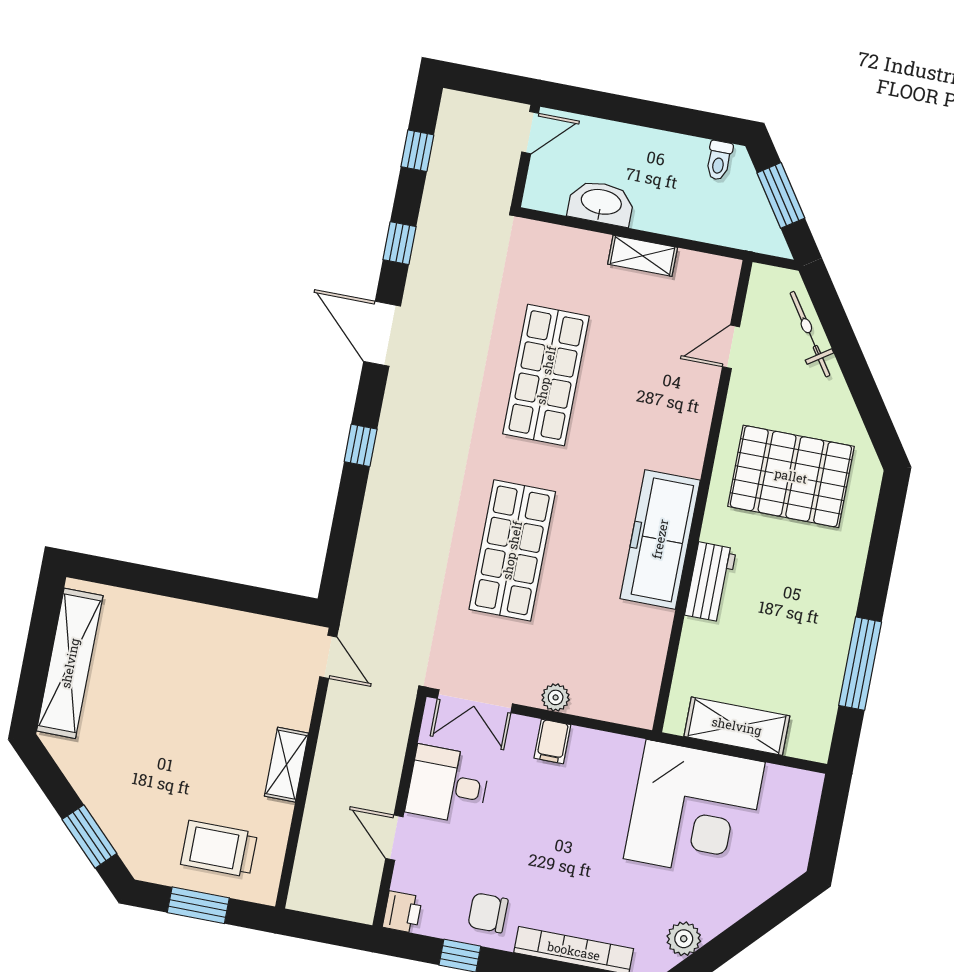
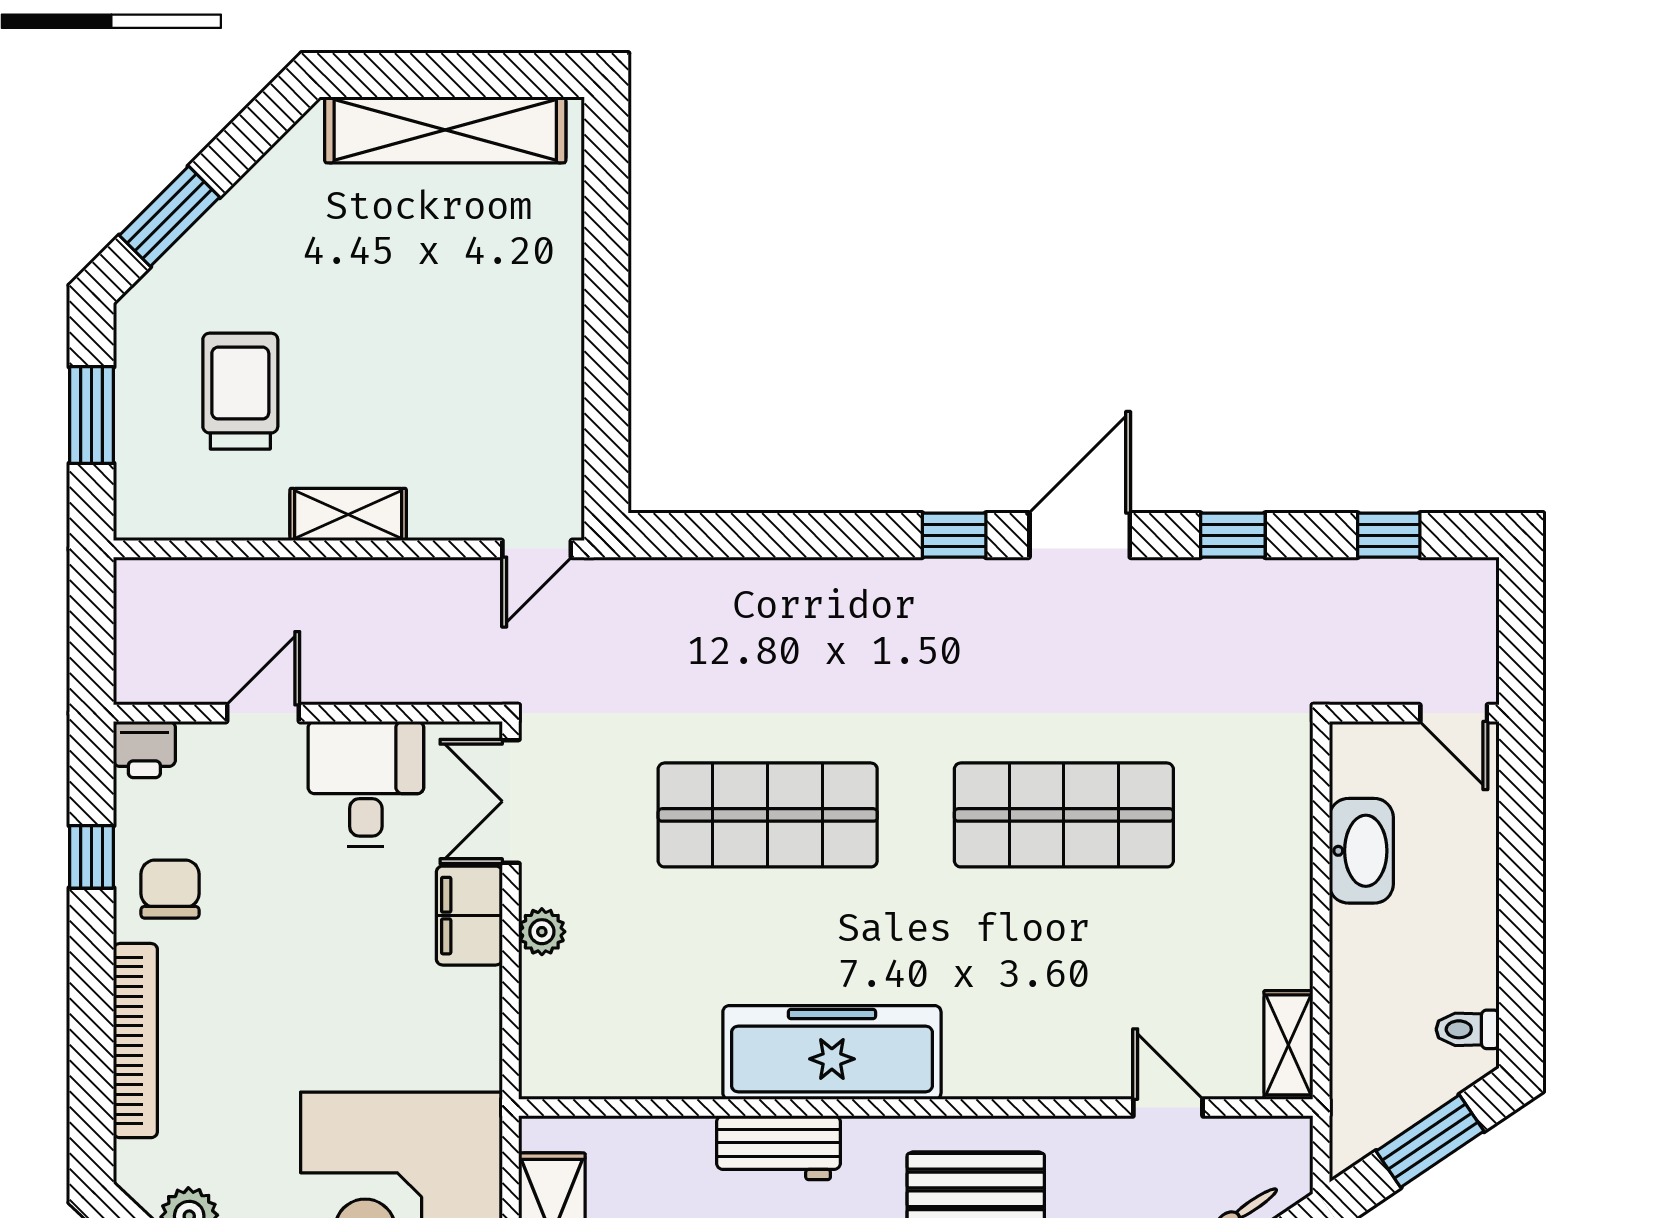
shelving: (643, 256) -> (1288, 1045), moved
window: (361, 445) -> (954, 535), moved
filing cabinet: (552, 741) -> (469, 916), width x2.00
trolley: (219, 849) -> (240, 391), moved

